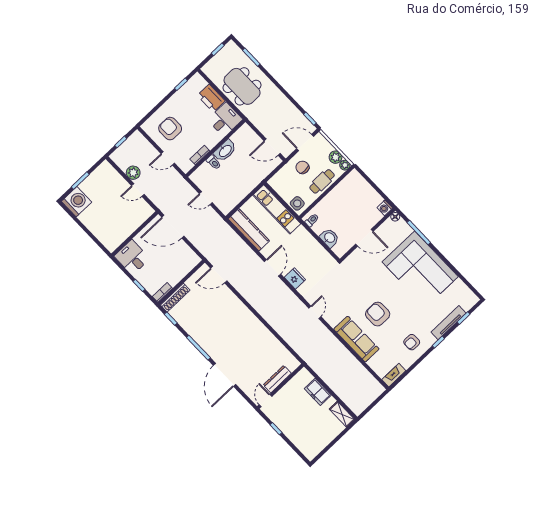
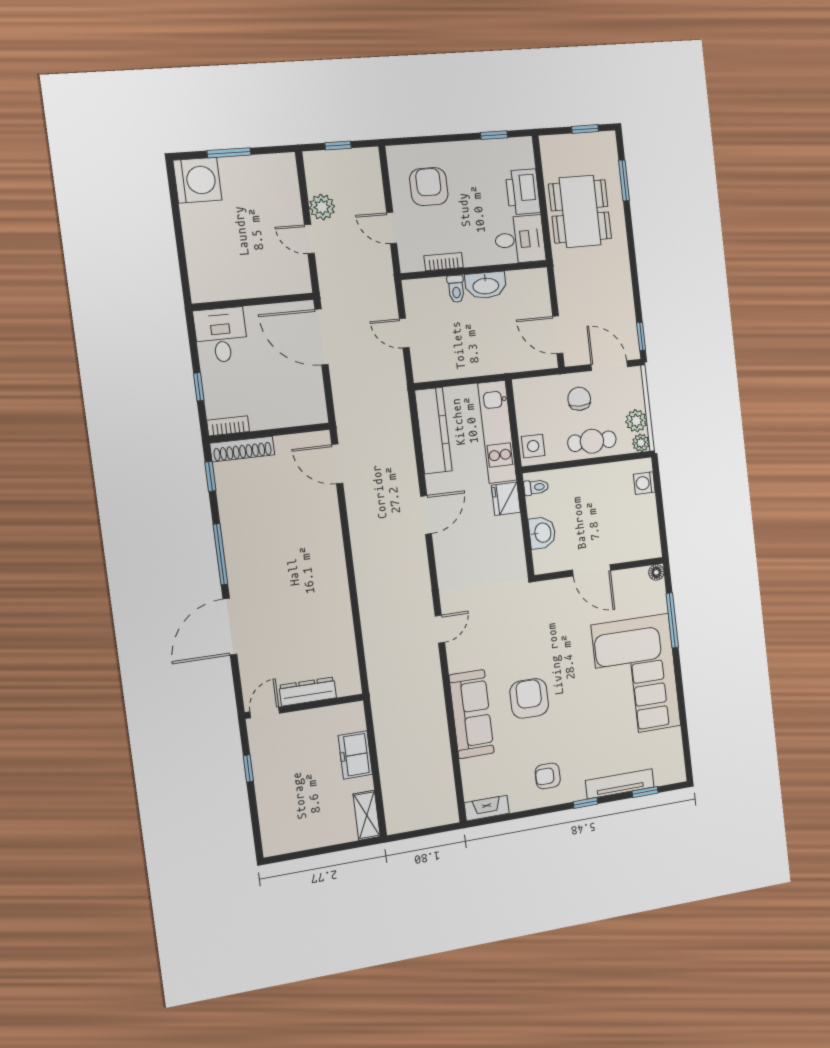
washing machine: (385, 208) -> (644, 483), moved
fridge: (295, 279) -> (506, 499), moved, turned 180

